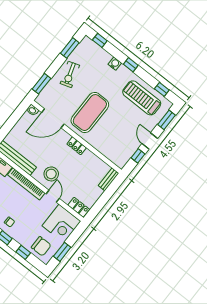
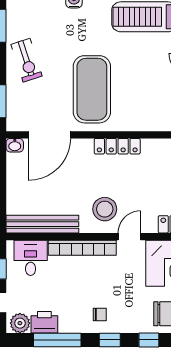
locker: (77, 146) -> (117, 146), width x1.53
door: (53, 196) -> (129, 237), hinge flipped

